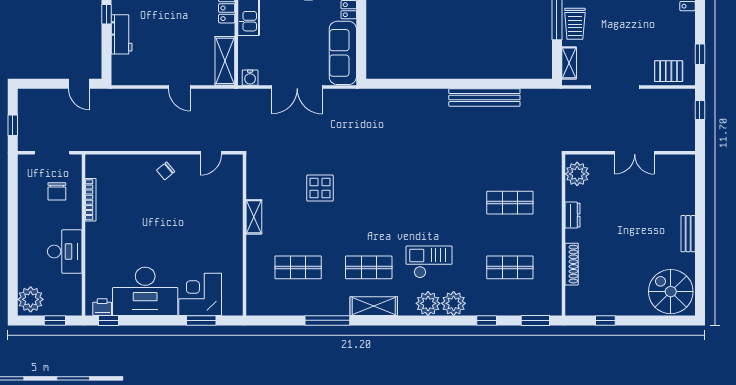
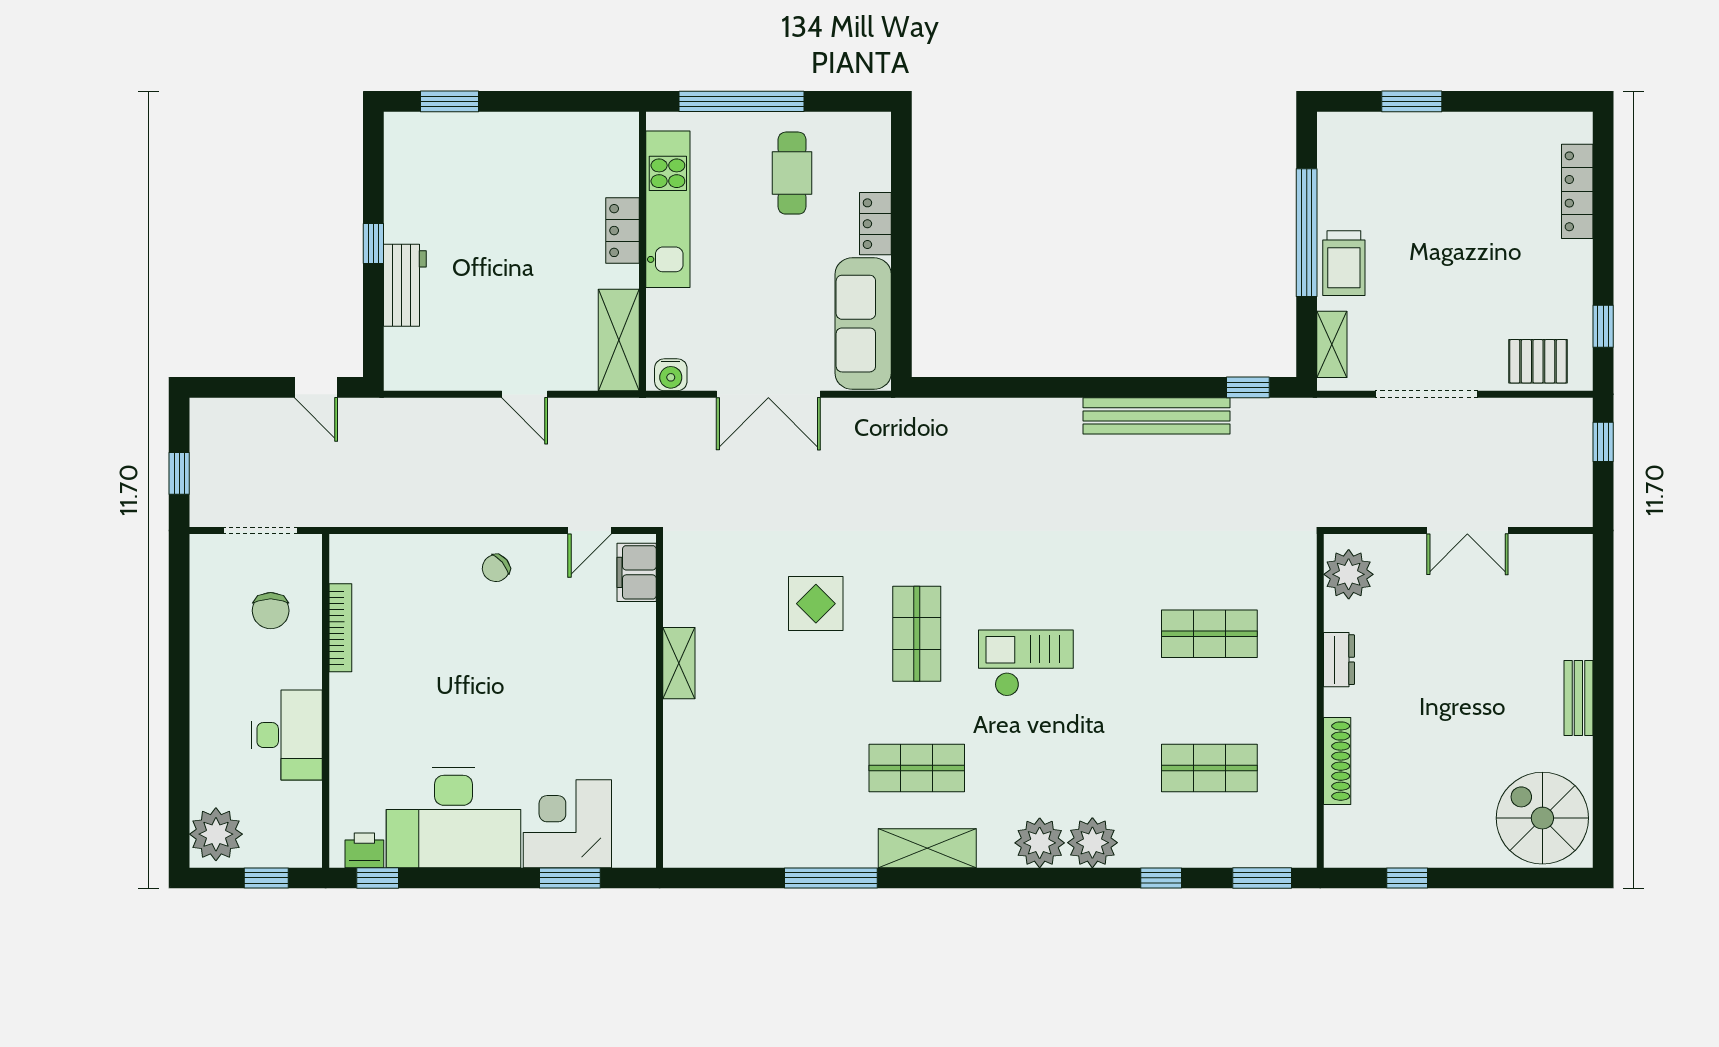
window: (529, 84) -> (1248, 387), added
filing cabinet: (234, 173) -> (637, 572), added
checkout: (429, 262) -> (1026, 663), moved
shop shelf: (298, 267) -> (917, 634), moved, turned 90

